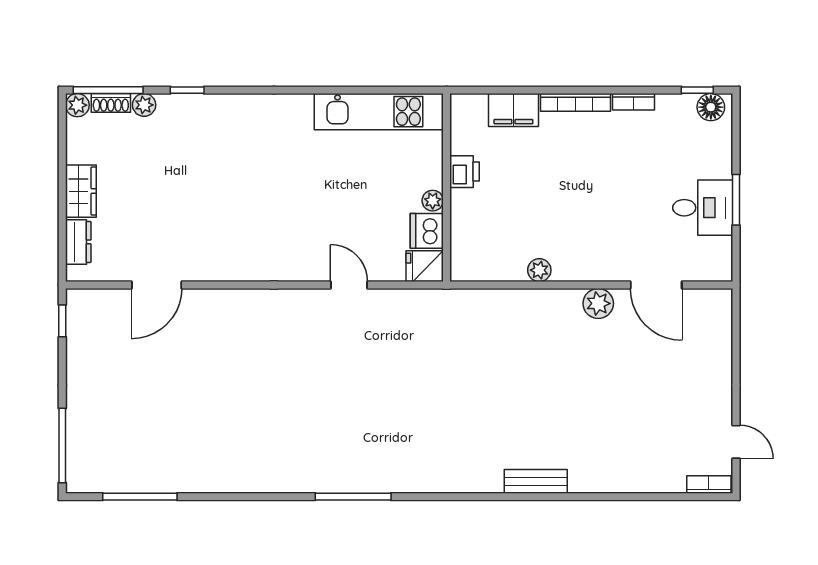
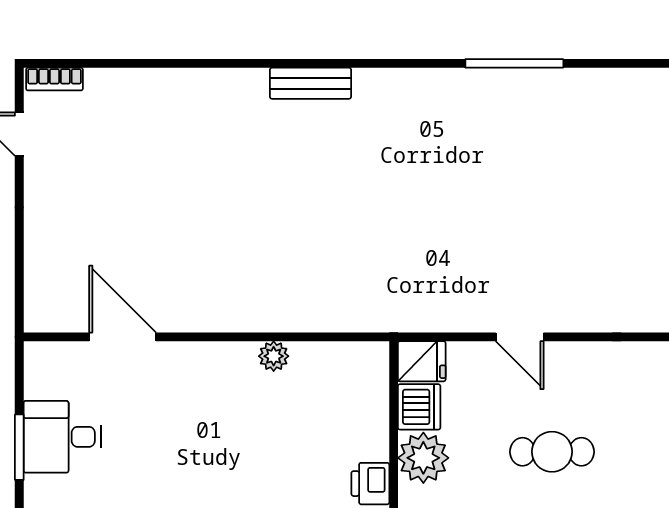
cafe table: (324, 196) -> (552, 452), added
plant: (433, 201) -> (423, 458), width x1.88, depth x1.88
plant: (598, 303) -> (197, 313), removed
bench: (536, 481) -> (310, 83), moved

